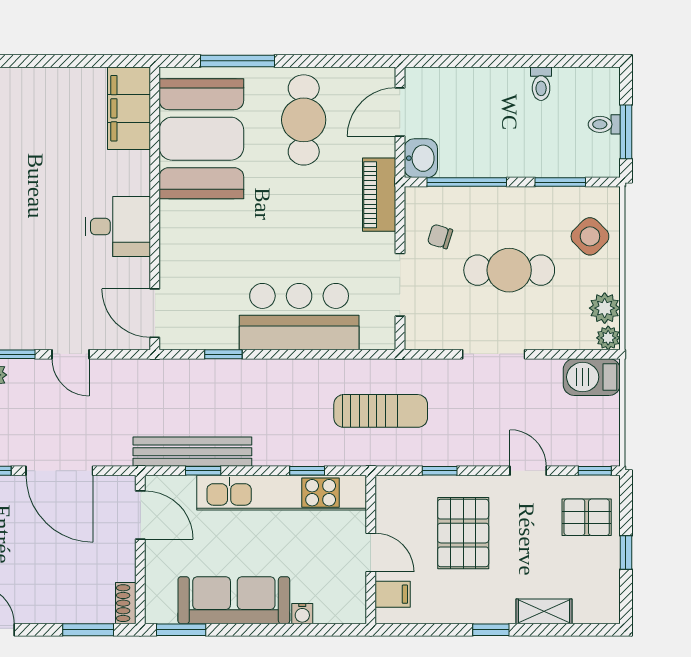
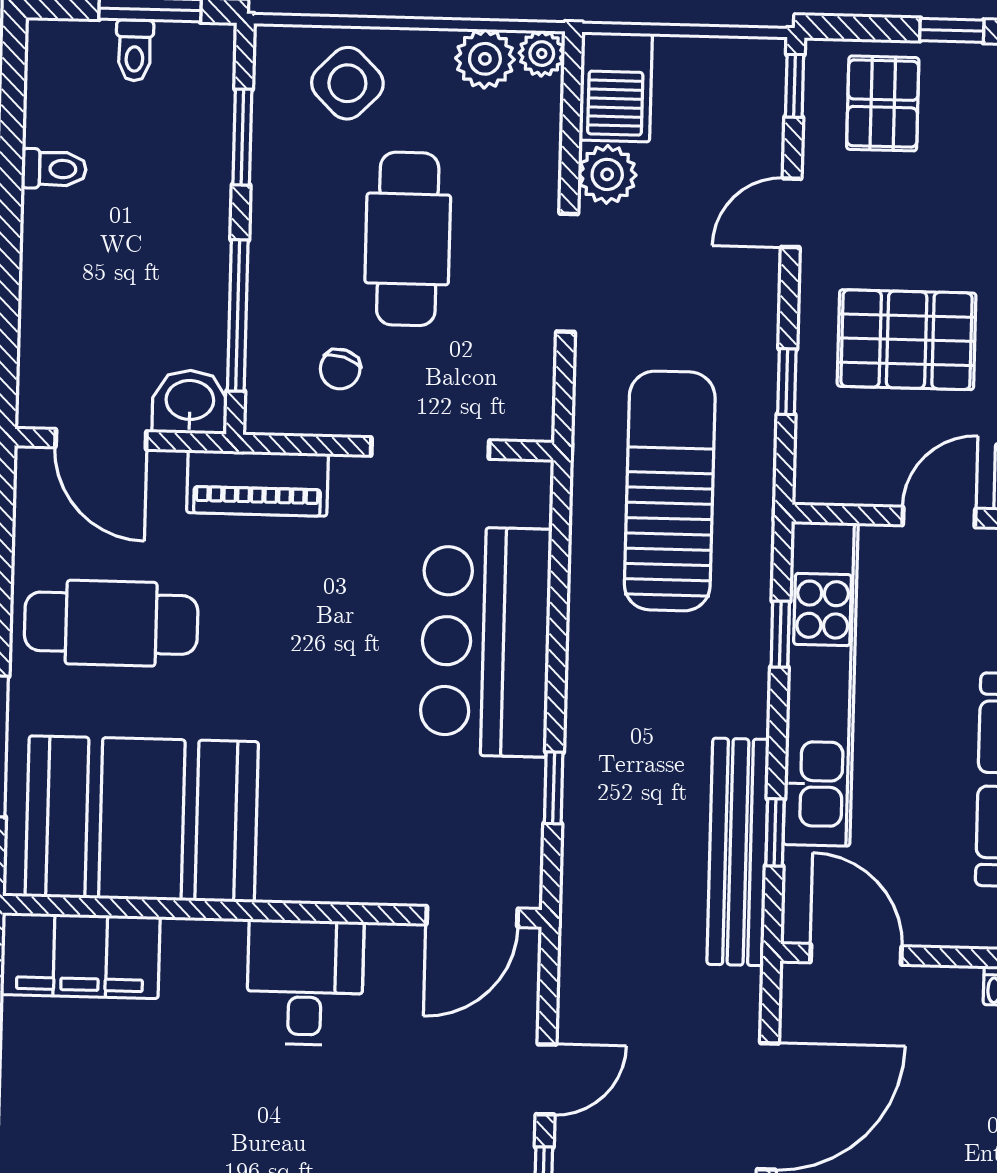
plant: (546, 374) -> (607, 174), added
sun lounger: (381, 411) -> (670, 491), width x1.36, depth x1.34
door: (140, 515) -> (856, 954), hinge flipped

